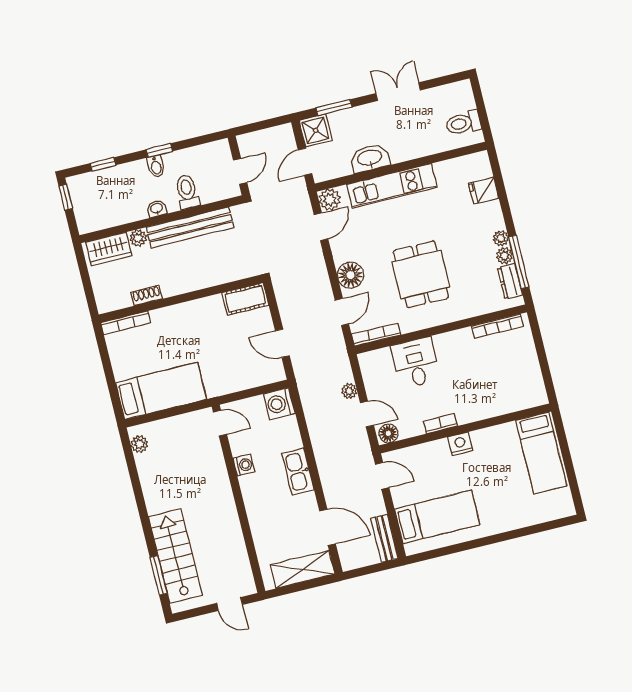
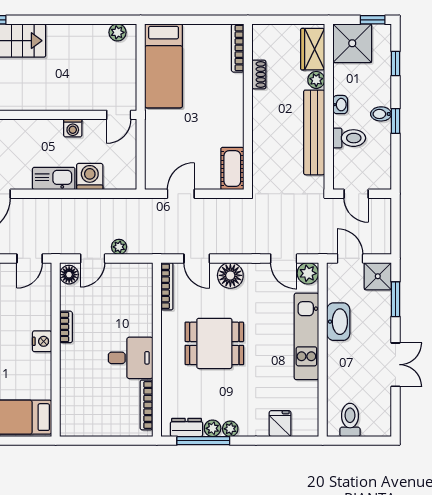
shower: (94, 212) -> (352, 43), added
desk: (416, 363) -> (131, 358), moved
washing machine: (279, 404) -> (90, 177), moved

